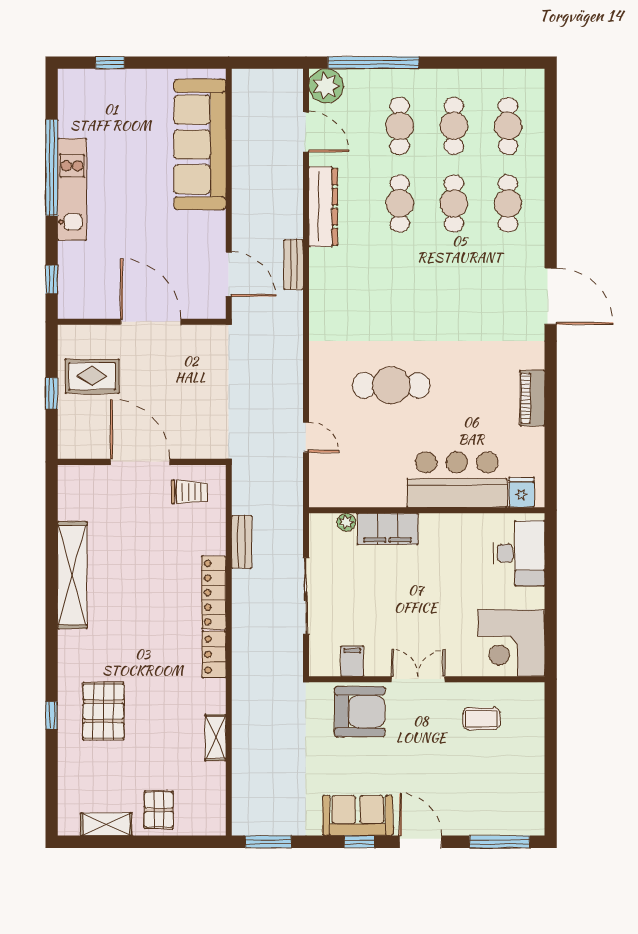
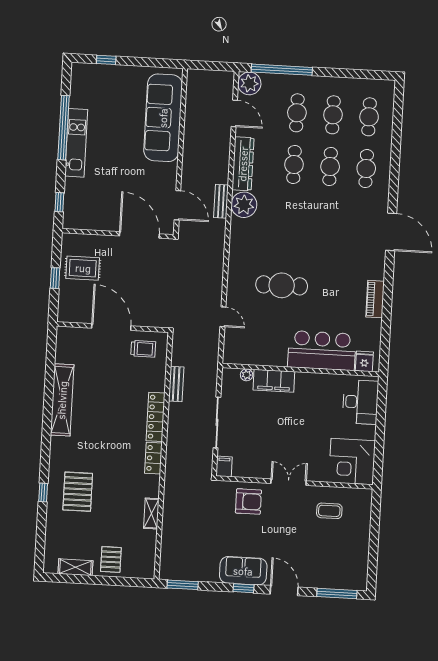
plant: (328, 268) -> (244, 205), added
door: (151, 322) -> (139, 235), moved
filing cabinet: (352, 661) -> (224, 467), moved
armchair: (360, 712) -> (248, 501), width x0.73, depth x0.73

